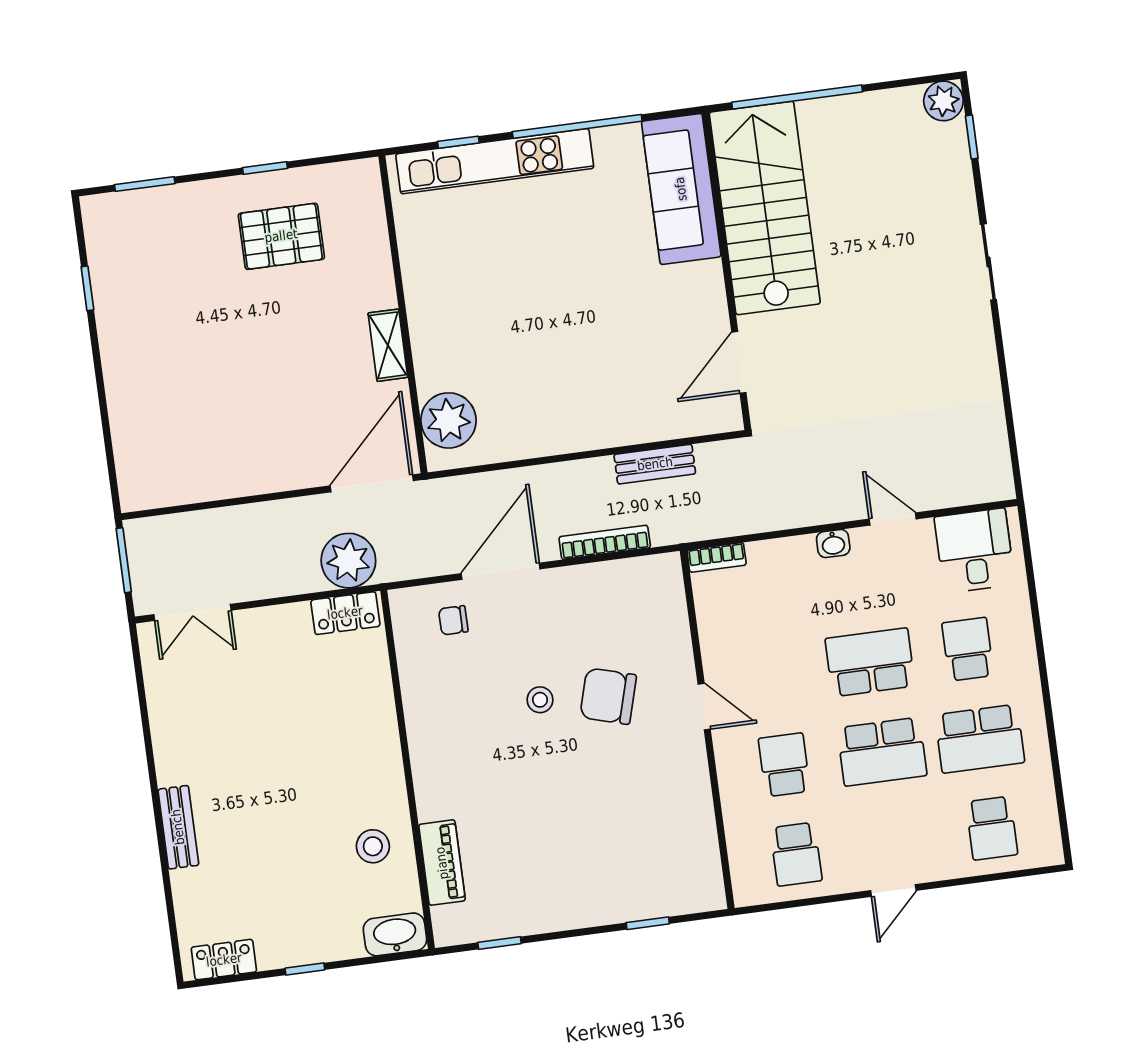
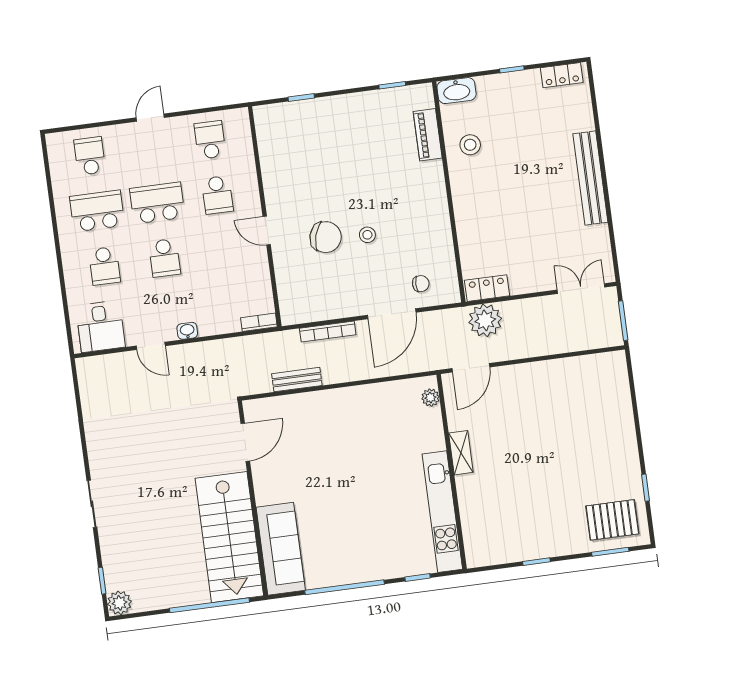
kitchen unit: (495, 161) -> (442, 512), moved, turned -90
pallet: (281, 236) -> (612, 520), moved
plant: (448, 420) -> (430, 398), width x0.53, depth x0.53
door: (372, 483) -> (471, 368), width x0.73
school desk: (870, 662) -> (165, 258), width x0.54
bench: (178, 827) -> (590, 178), width x1.86, depth x1.21

